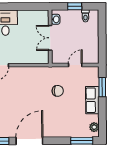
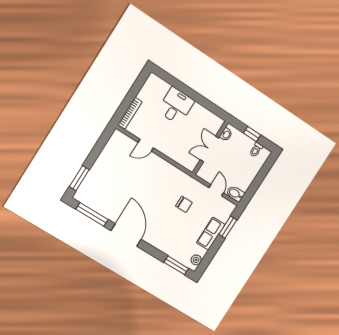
bidet: (91, 58) -> (235, 194), added
door: (75, 65) -> (216, 190), hinge flipped
door: (29, 141) -> (126, 235), hinge flipped

